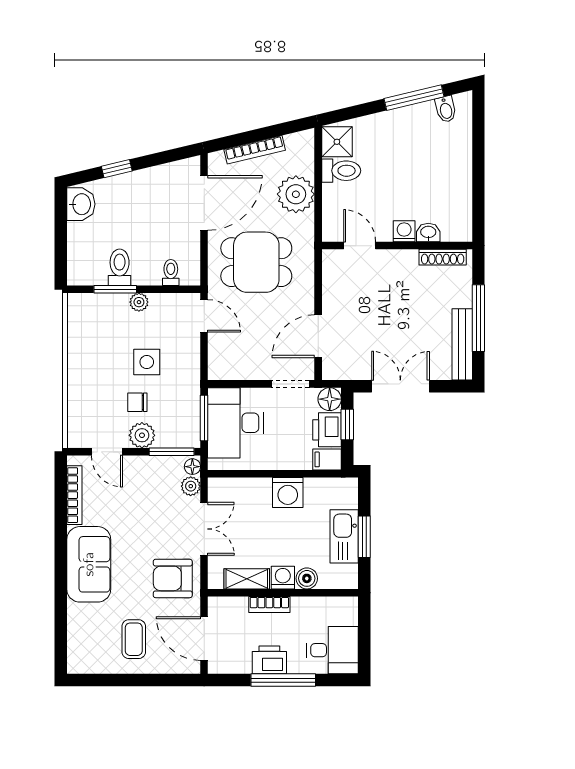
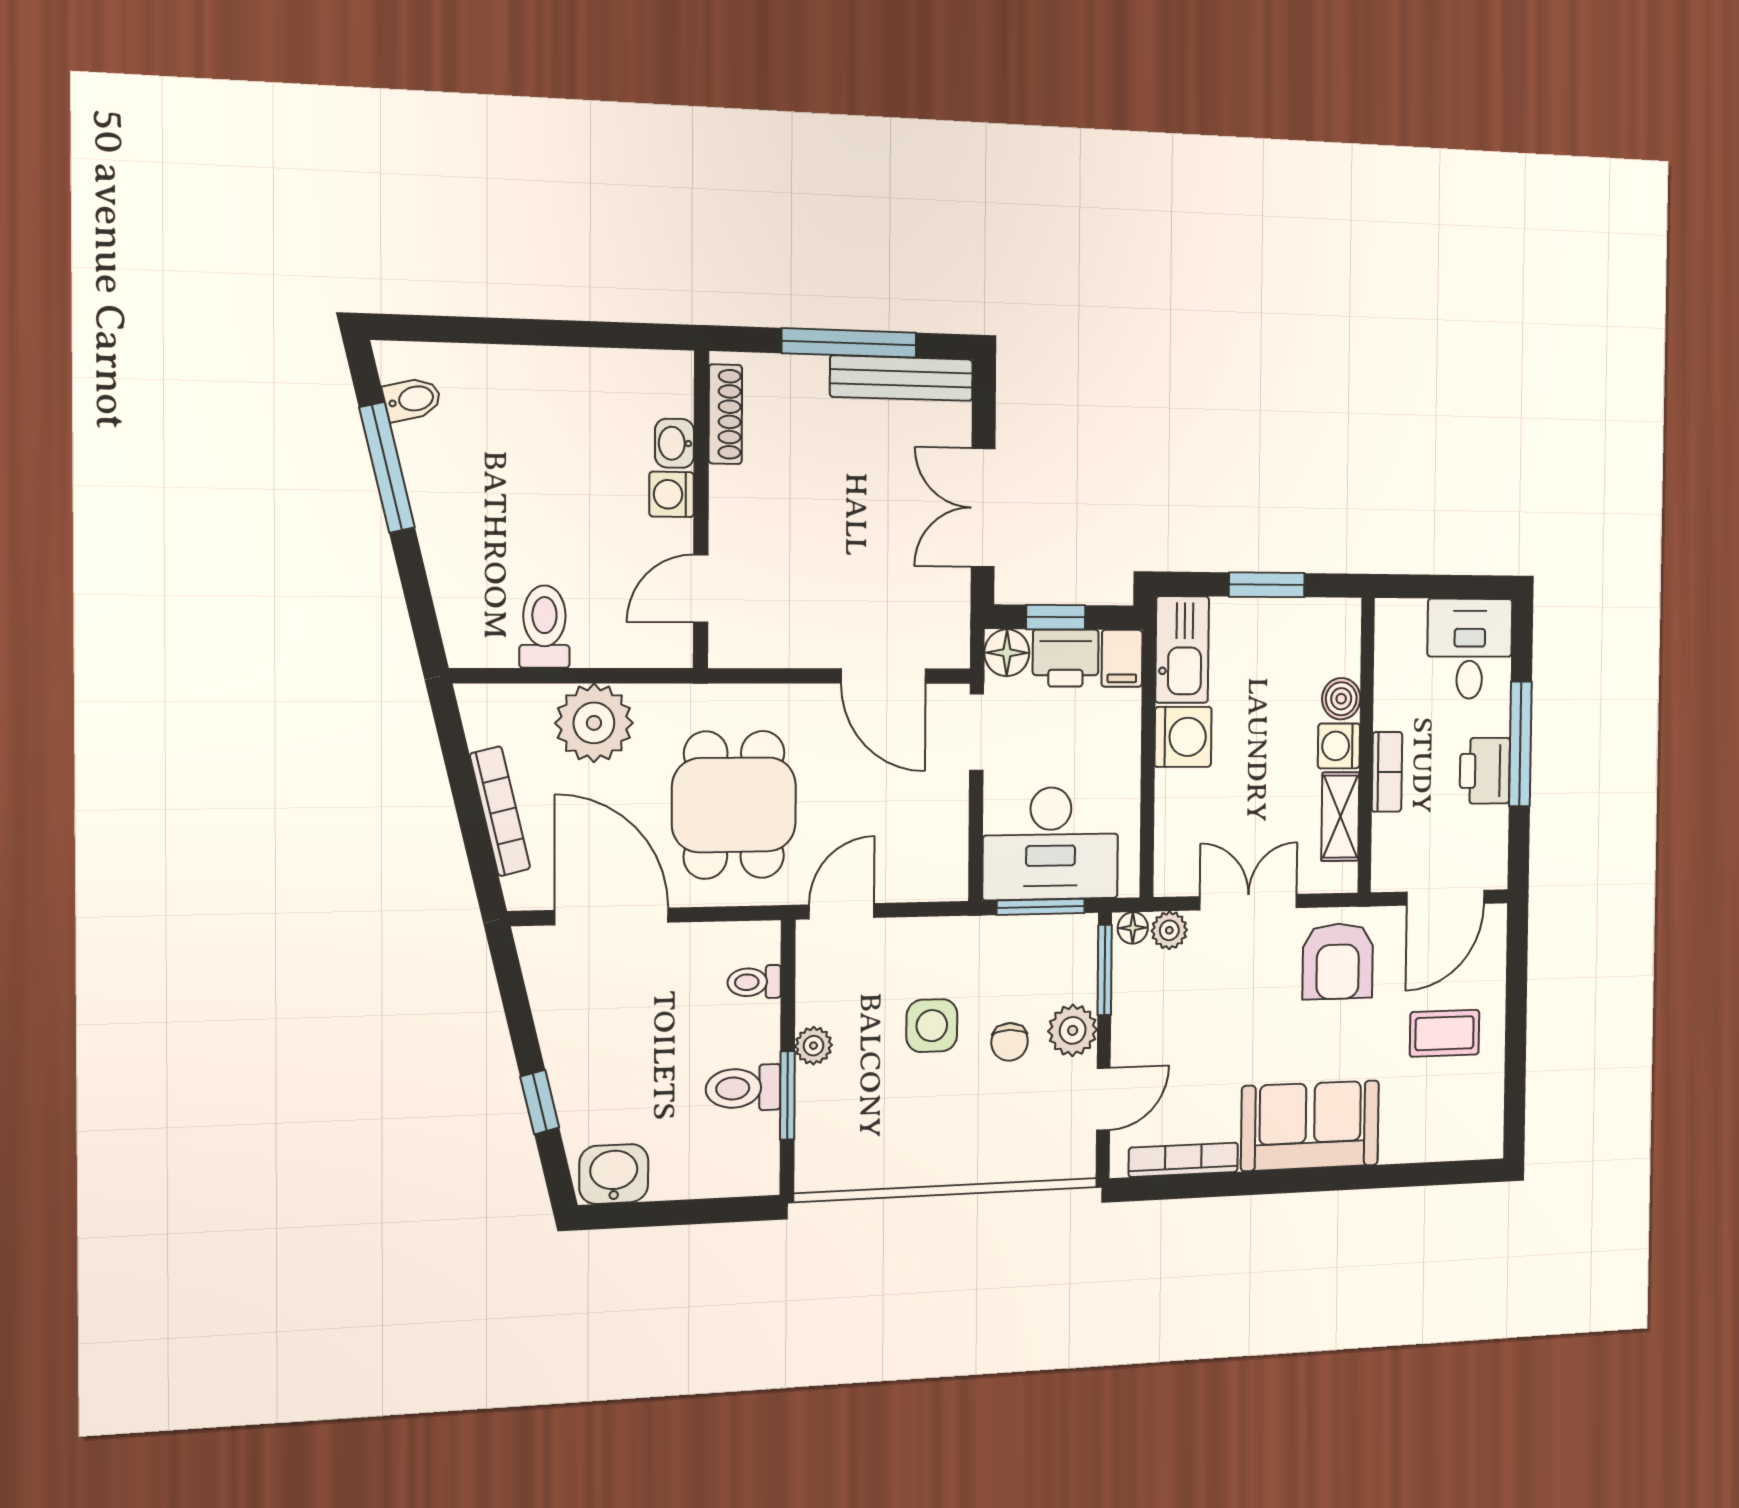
shower: (337, 142) -> (483, 635), removed
kitchen sink: (344, 536) -> (1182, 650), moved, turned -90

